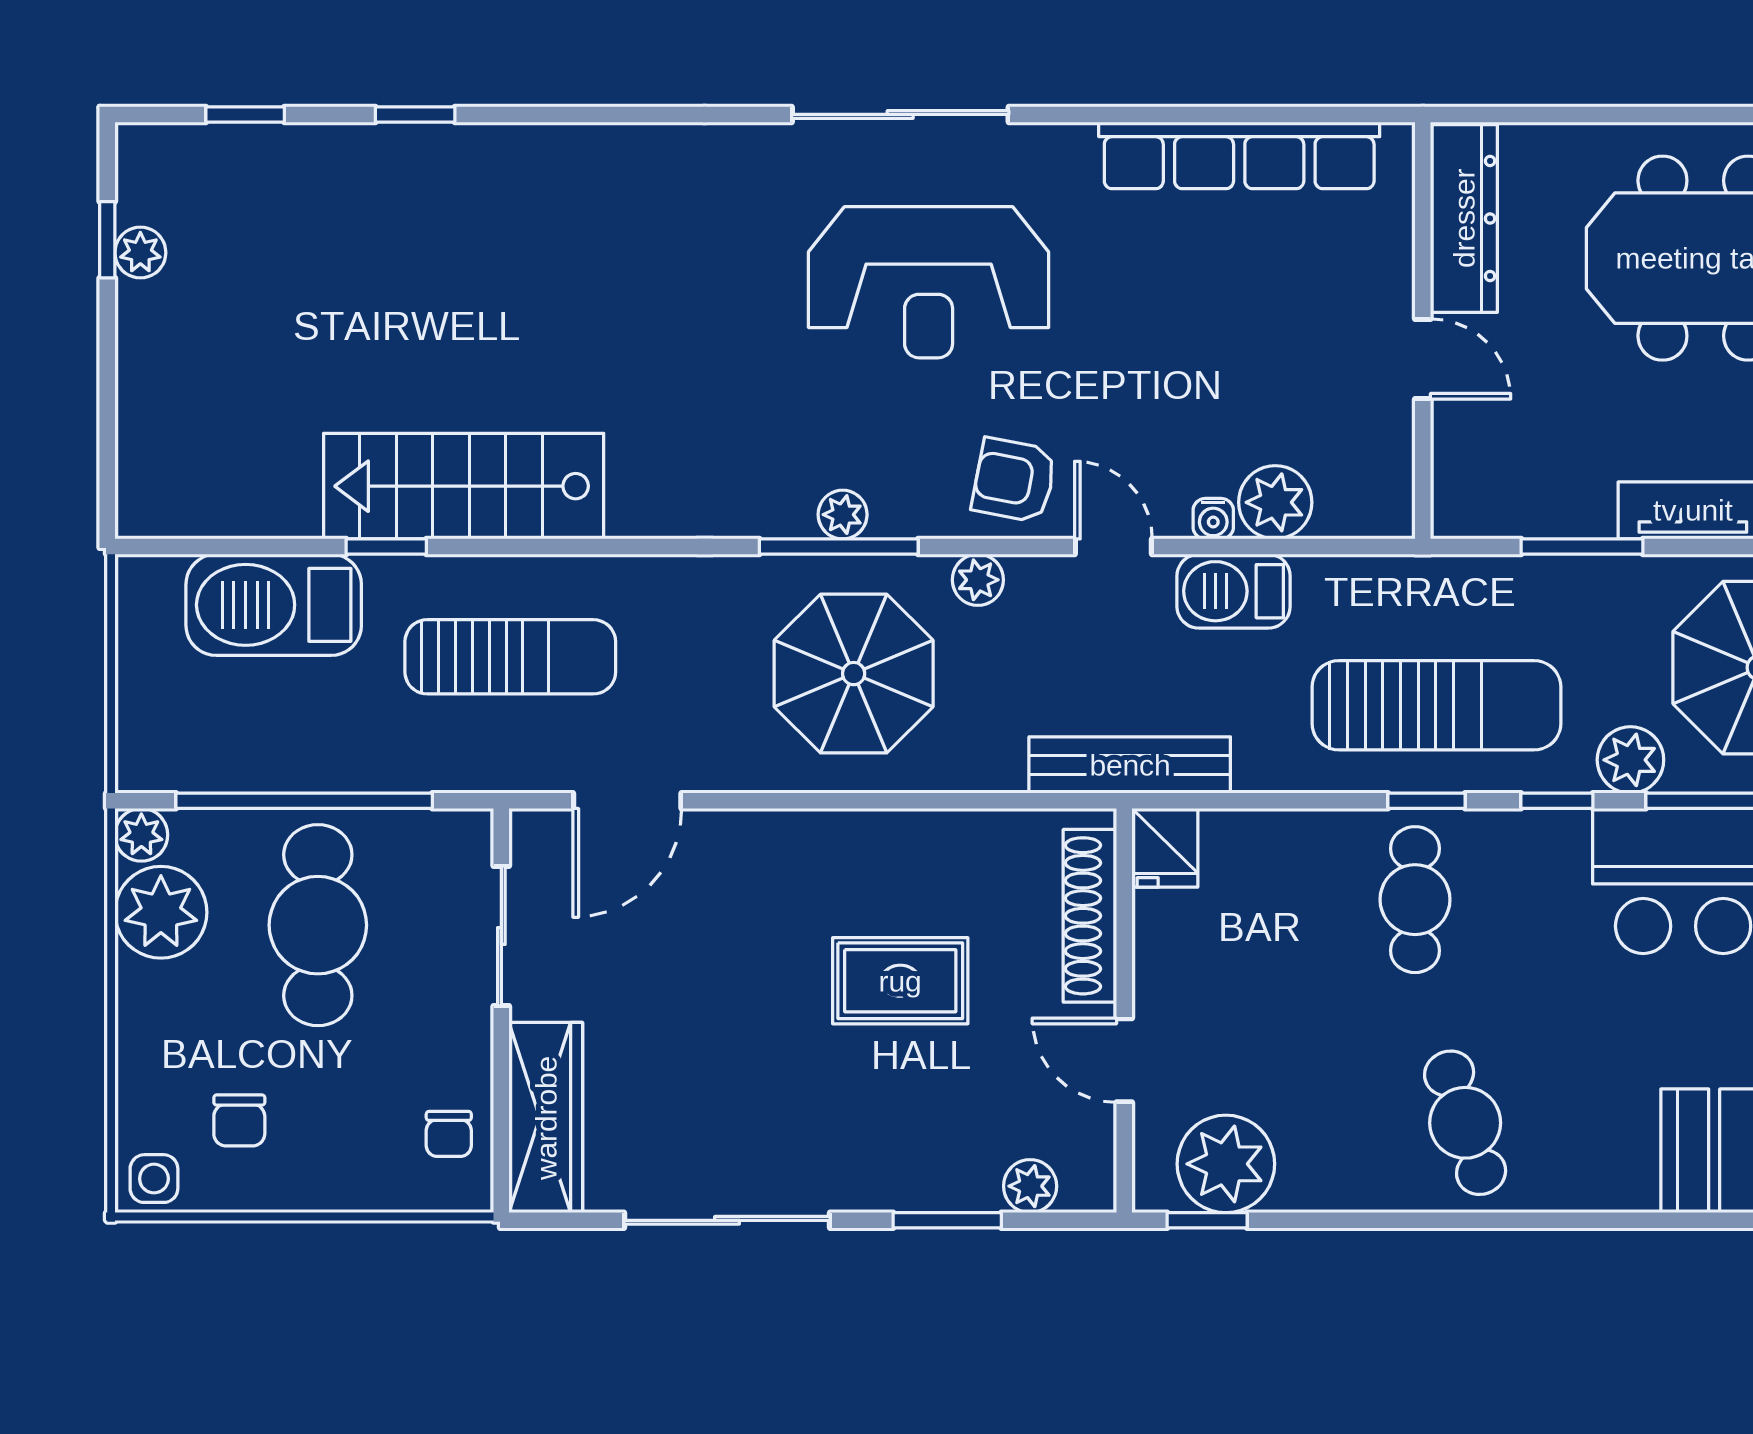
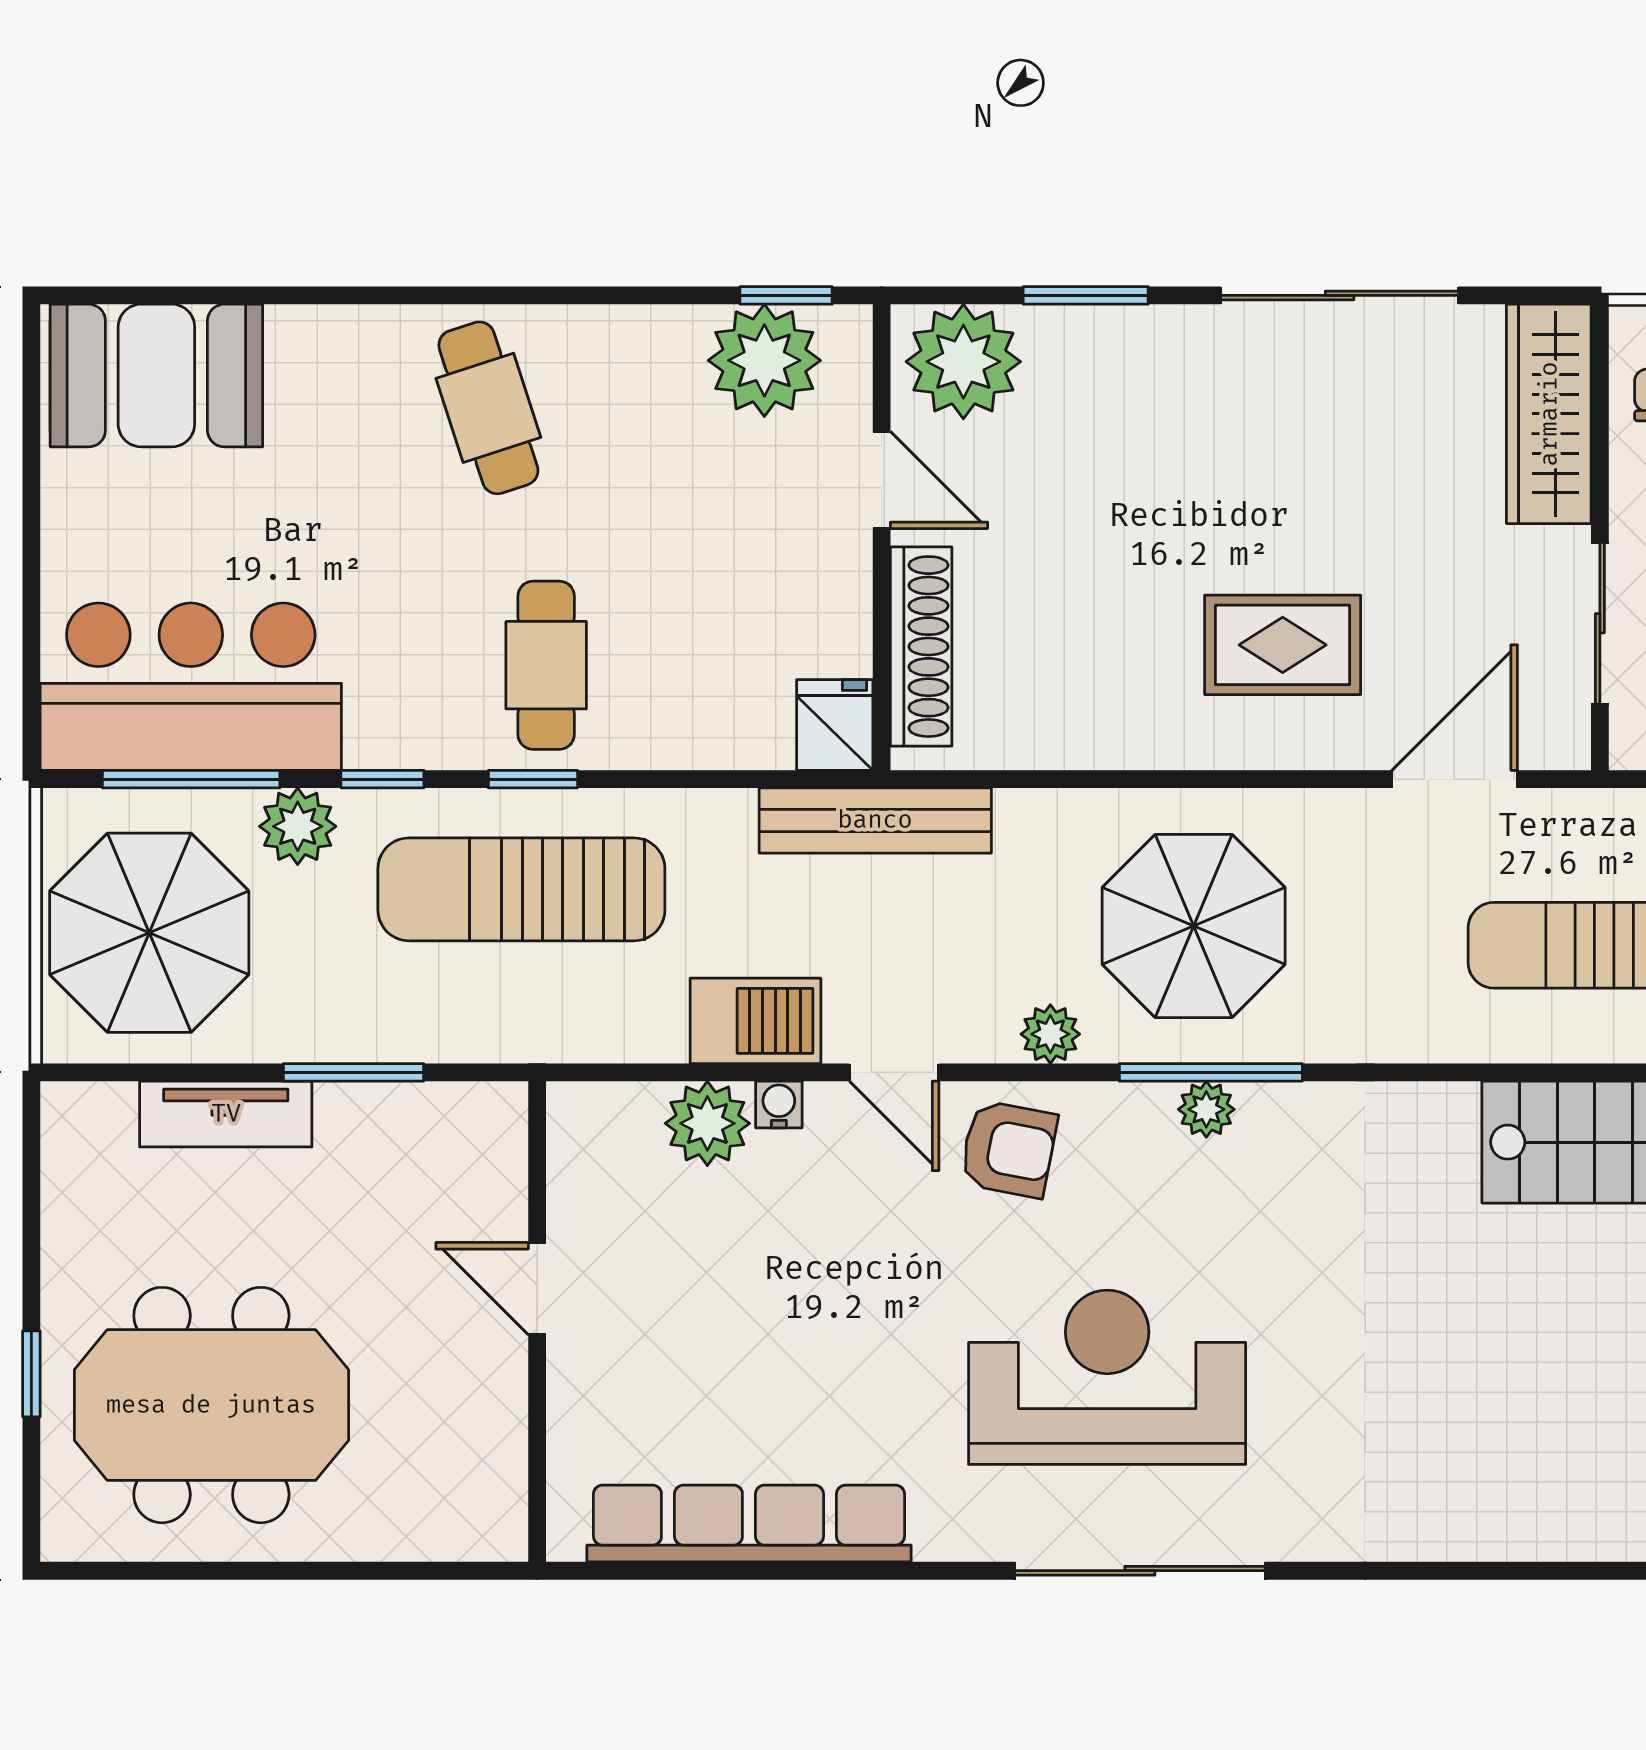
dresser: (1464, 218) -> (490, 1451), removed
rug: (900, 981) -> (1283, 645), moved
plant: (1030, 1186) -> (963, 362), width x1.88, depth x1.88

